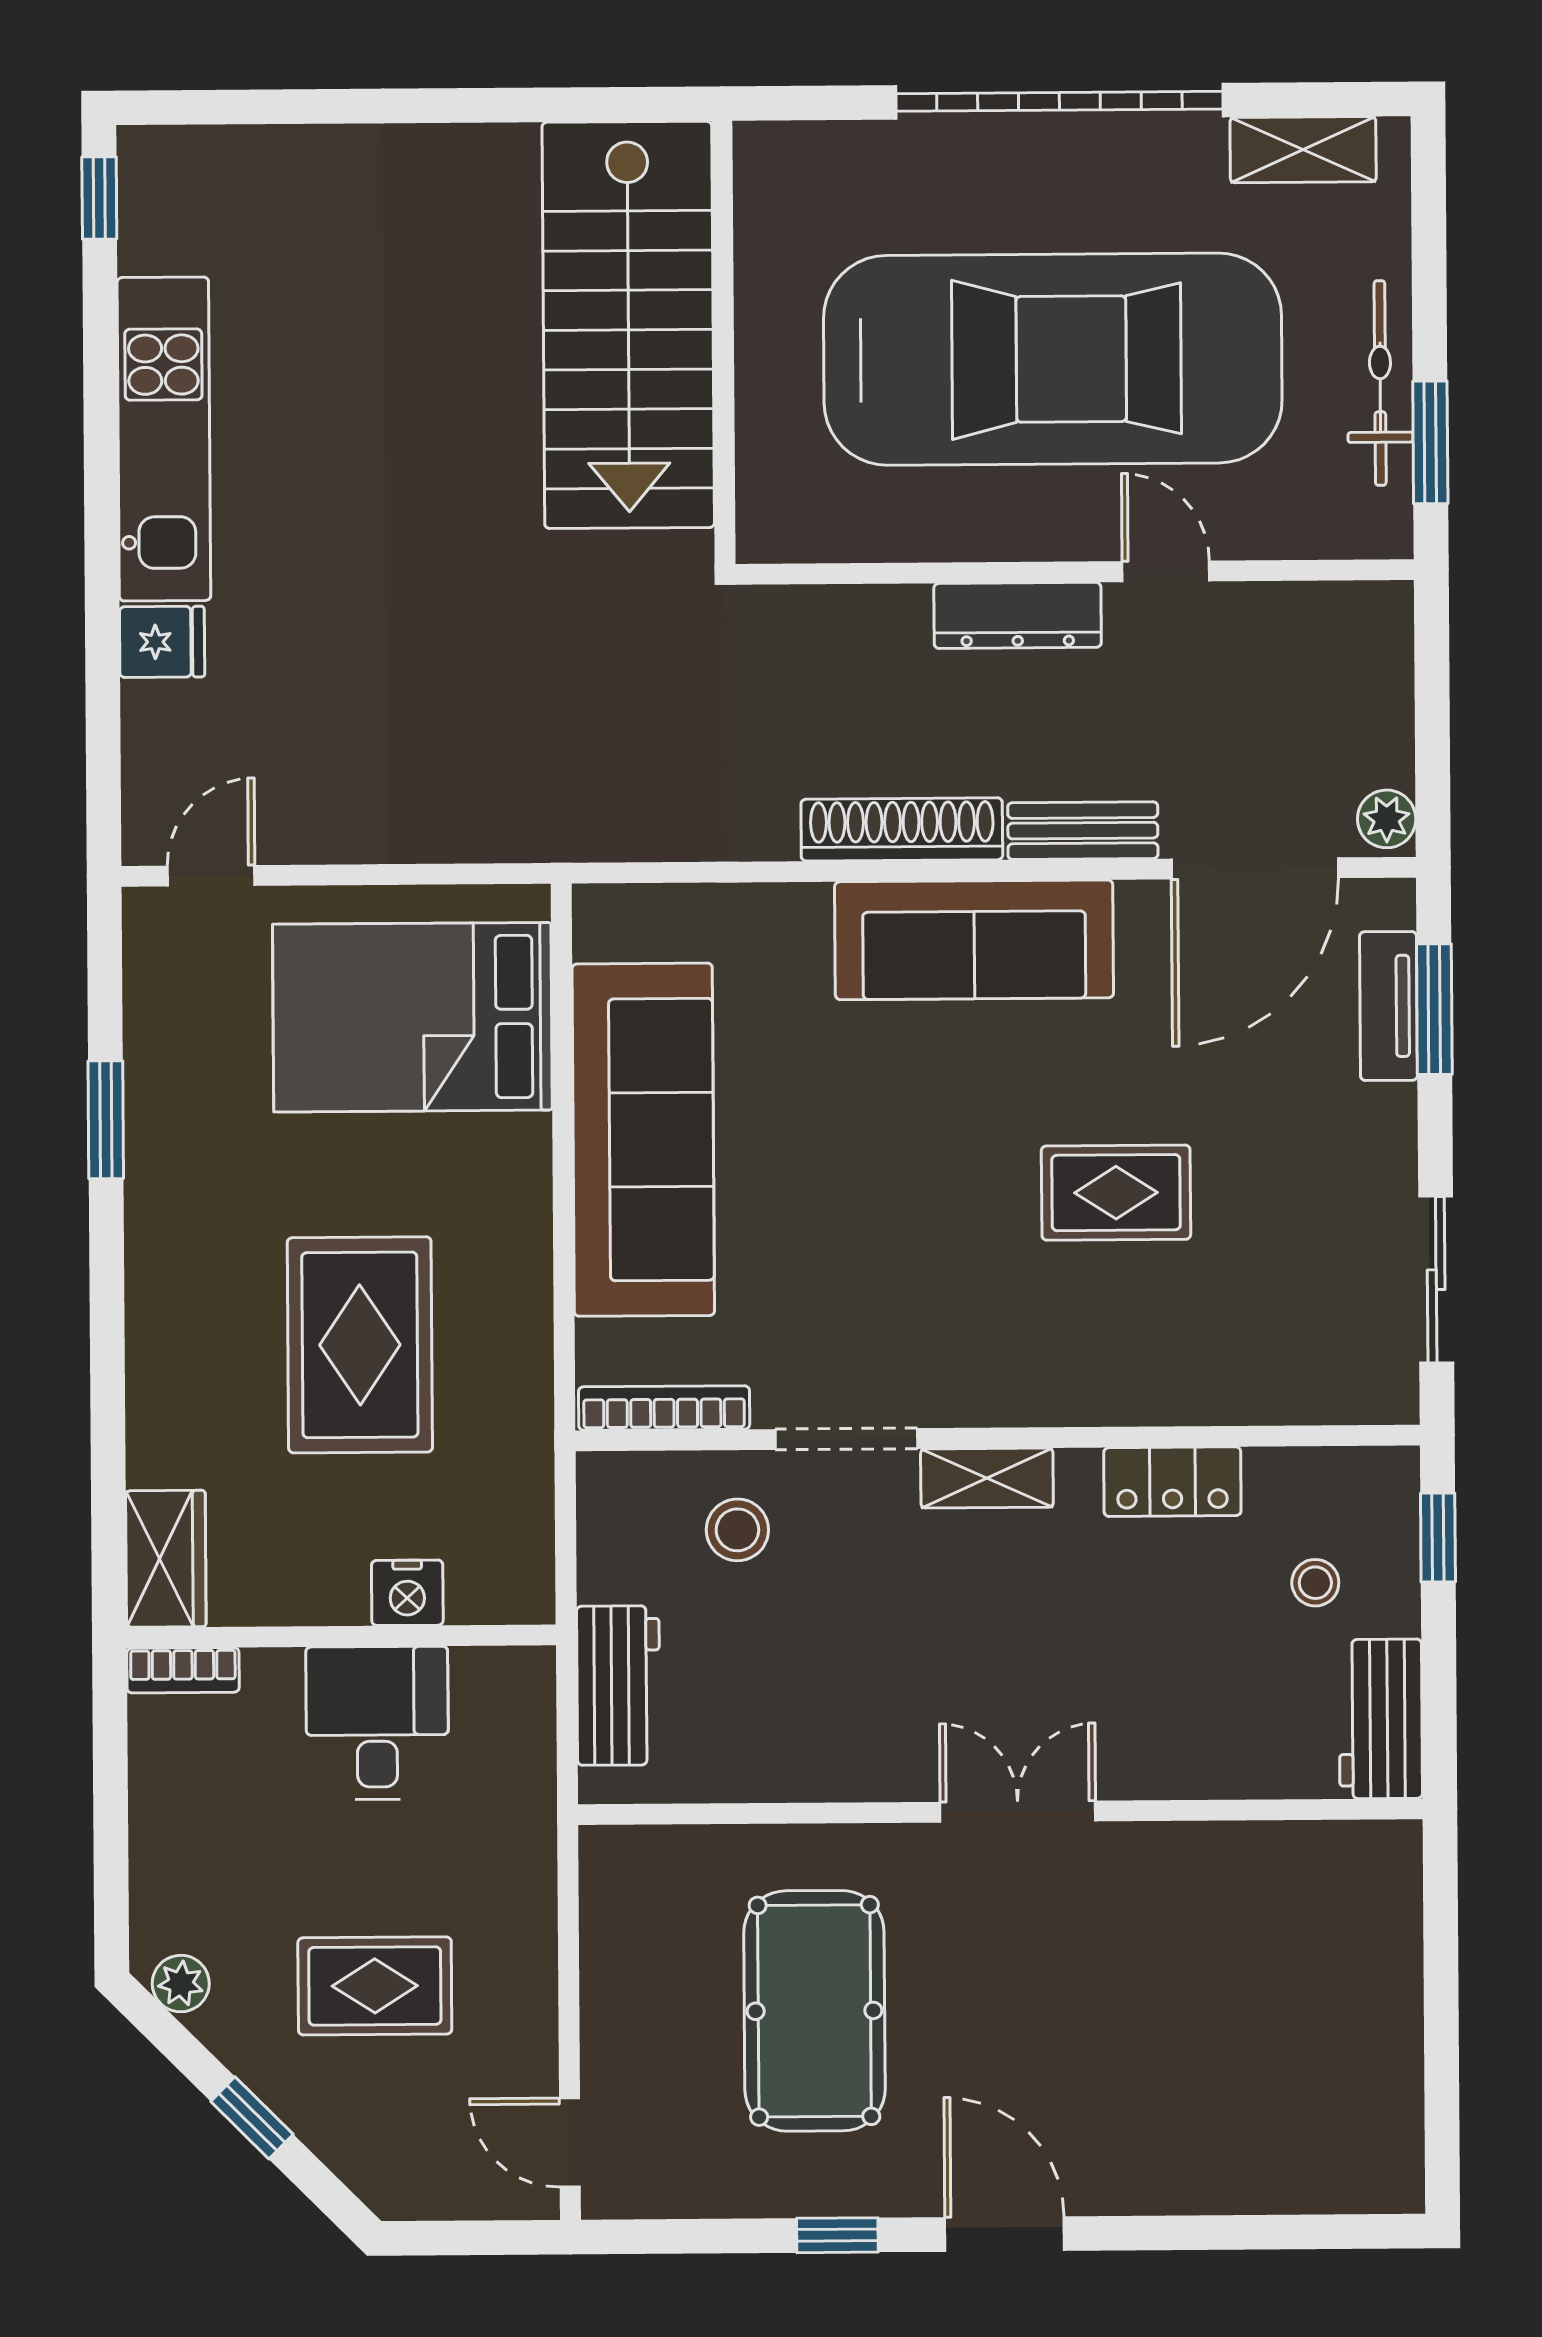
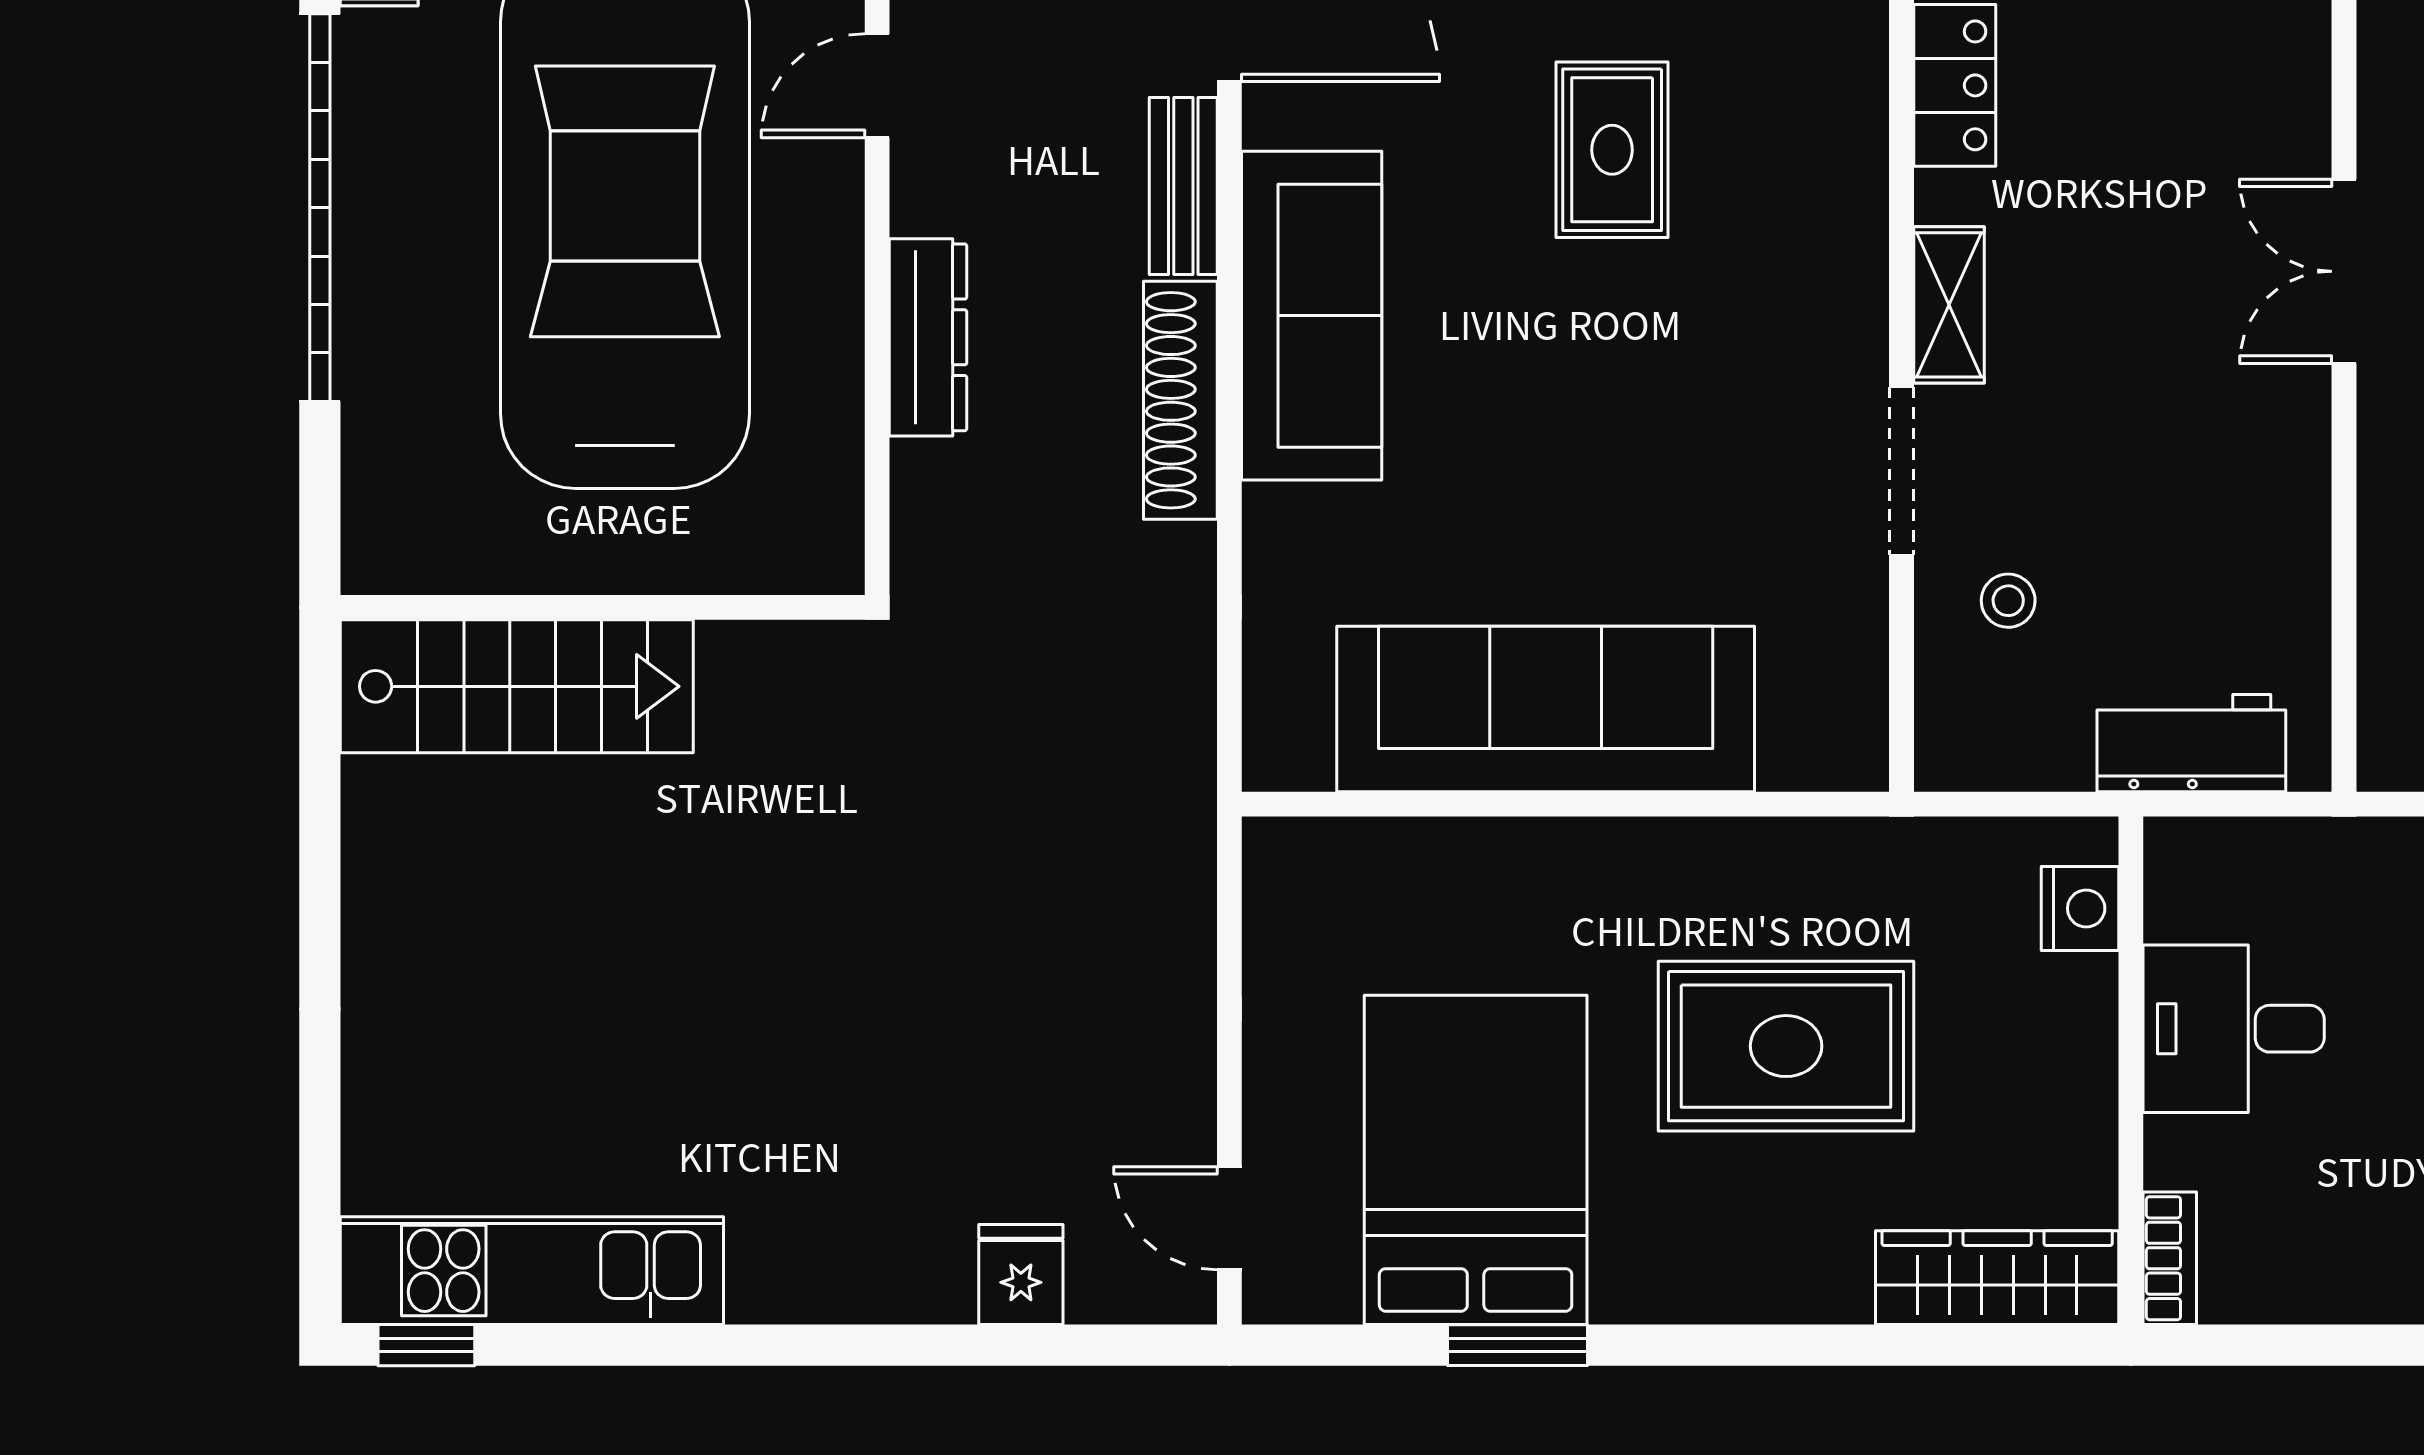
stairs: (628, 325) -> (517, 686), width x0.73, depth x0.66
kitchen unit: (164, 439) -> (532, 1271), moved
dresser: (1018, 615) -> (928, 337), moved
fridge: (162, 642) -> (1021, 1274), moved
bed: (412, 1017) -> (1476, 1160), moved, turned 180
bookcase: (664, 1408) -> (1863, 687), removed
stool: (737, 1530) -> (2008, 601), width x0.73, depth x0.73
wardrobe: (166, 1559) -> (1997, 1278), width x1.50
nightstand: (407, 1593) -> (2080, 908), moved

